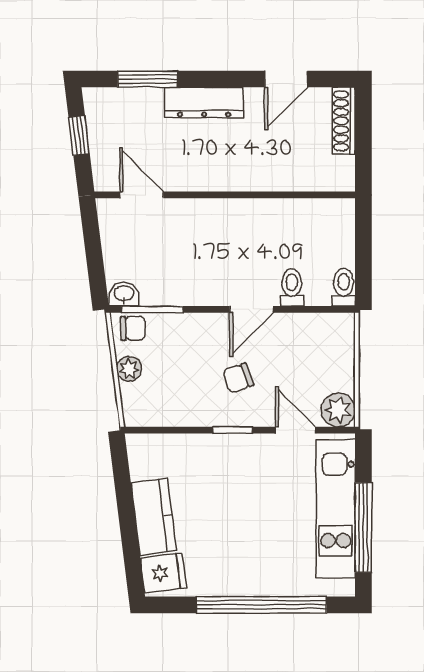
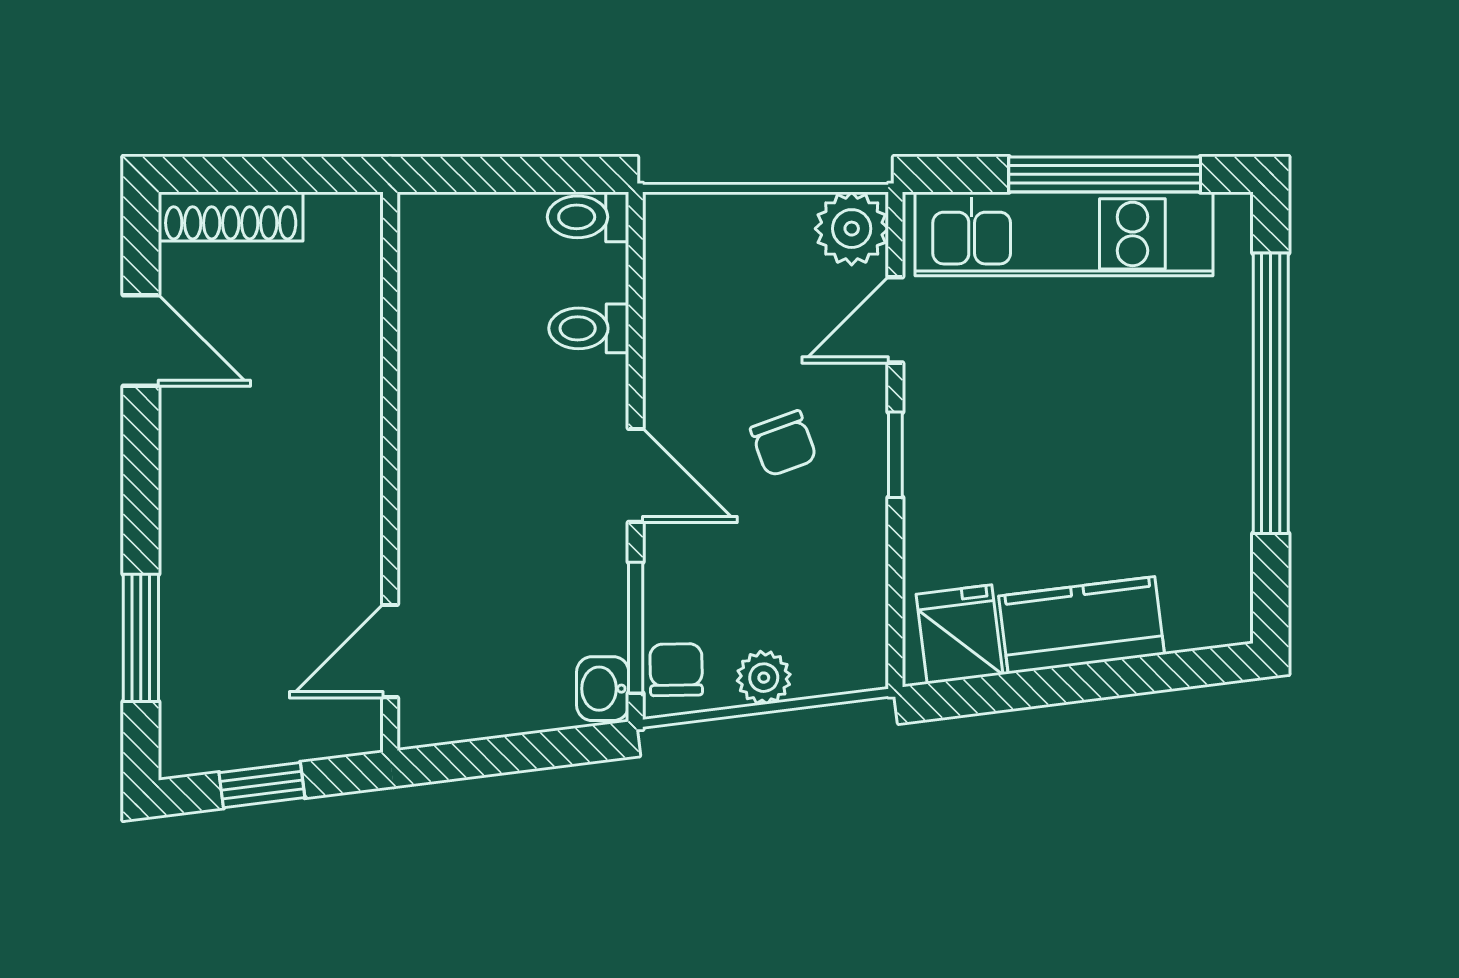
dresser: (204, 103) -> (191, 517), removed
door: (252, 309) -> (636, 475), moved
fridge: (163, 573) -> (959, 634), moved

